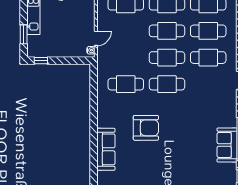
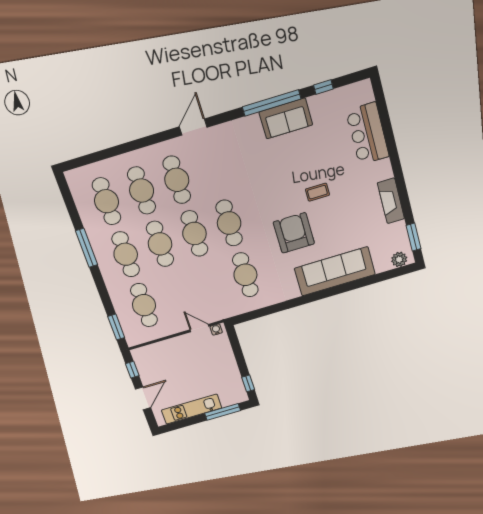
window: (24, 34) -> (223, 412), width x1.44
sofa: (106, 149) -> (335, 271), width x1.36, depth x1.27
coffee table: (170, 153) -> (317, 192), added

